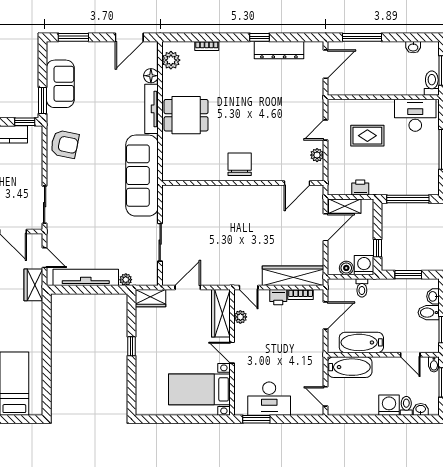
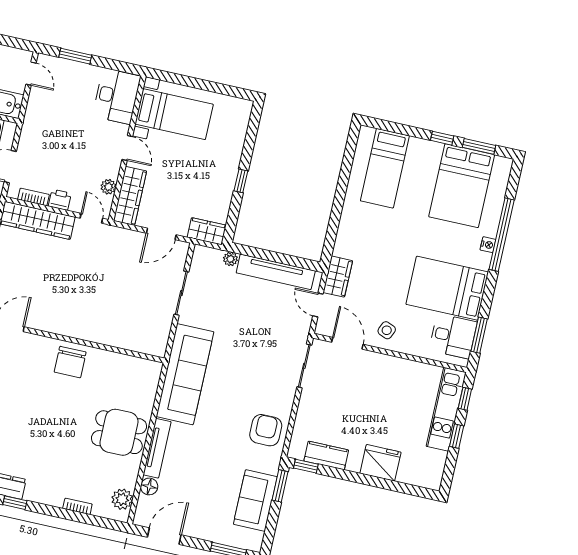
armchair: (65, 144) -> (266, 430), turned 78
desk: (269, 399) -> (116, 96), moved, turned 90
window: (256, 419) -> (75, 56), moved

